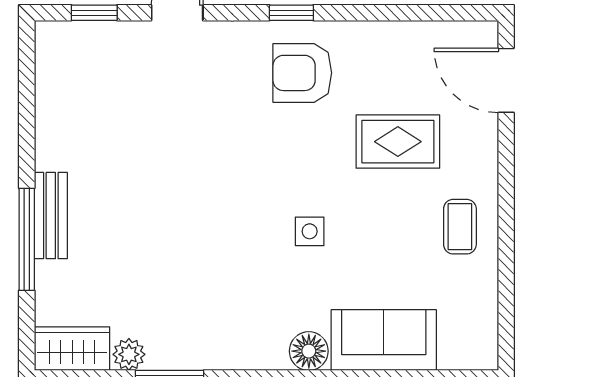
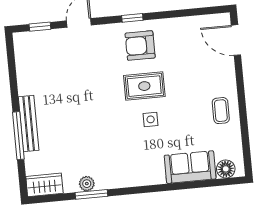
rug: (398, 142) -> (144, 86), moved
bench: (51, 216) -> (29, 123), width x1.36
floor lamp: (309, 351) -> (226, 169), moved
plant: (129, 354) -> (87, 184), moved

